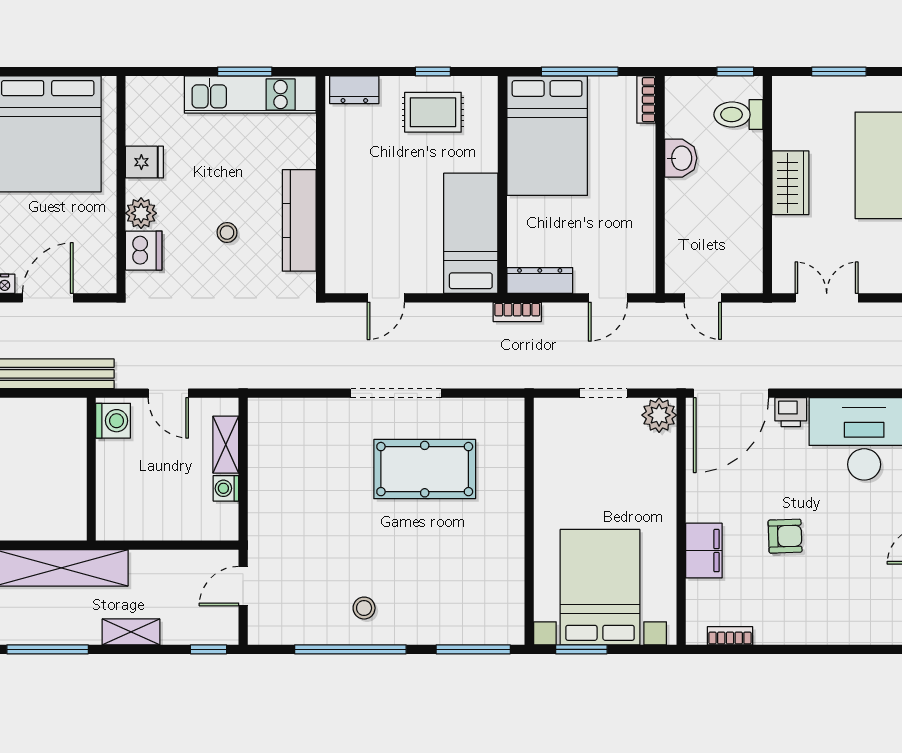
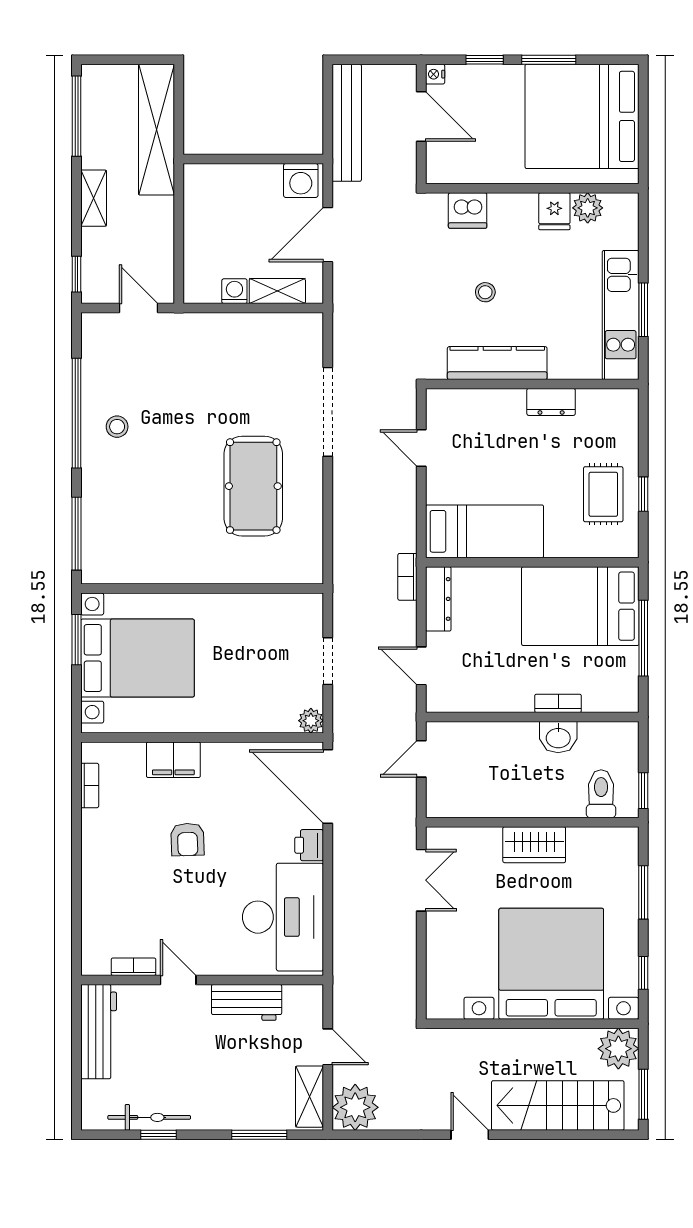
dresser: (354, 90) -> (551, 402), moved, turned -90
bookcase: (646, 100) -> (558, 703), moved
plant: (141, 213) -> (588, 208), moved
door: (168, 393) -> (328, 235), width x1.38
doorway: (396, 393) -> (328, 412), moved
plant: (659, 415) -> (311, 721), width x0.73, depth x0.73

